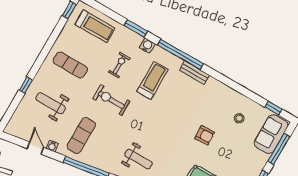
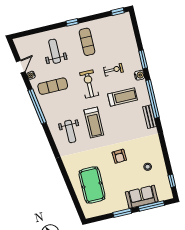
treadmill: (95, 26) -> (94, 122), moved
window: (26, 85) -> (72, 22), moved
sofa: (271, 134) -> (142, 197), moved

